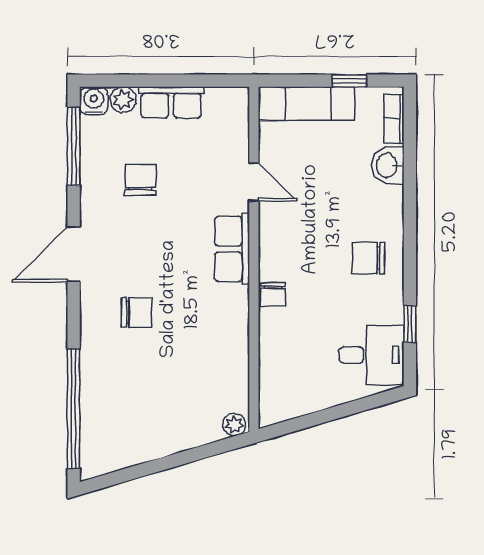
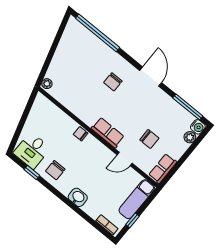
row of seats: (171, 102) -> (163, 169), moved
washbasin: (388, 165) -> (78, 197), moved
chair: (141, 180) -> (149, 139), moved
chair: (369, 258) -> (55, 170), moved, turned 180

